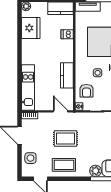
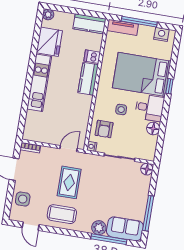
kitchen counter: (67, 75) -> (88, 79), moved
kitchen unit: (28, 88) -> (39, 83), moved
door: (60, 111) -> (68, 149), hinge flipped
rug: (66, 138) -> (69, 182), turned 90

